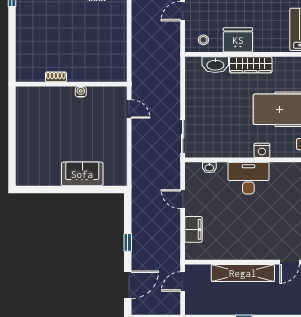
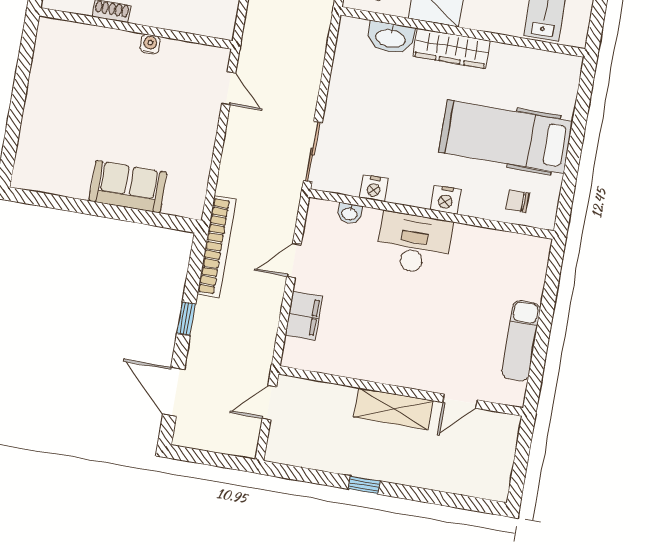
nightstand: (221, 151) -> (374, 188), added
bookcase: (138, 199) -> (217, 247), added
door: (183, 199) -> (294, 261), hinge flipped
shelving: (243, 273) -> (393, 409), width x0.68
door: (128, 285) -> (174, 392), swing flipped

